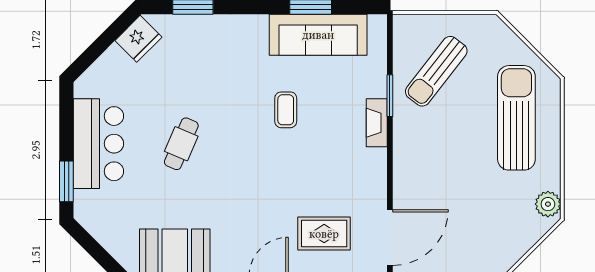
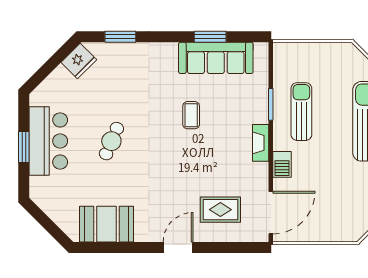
sun lounger: (436, 71) -> (301, 112), moved, turned 142
fireplace: (377, 123) -> (261, 143), moved
barbecue: (405, 174) -> (282, 164), added
window: (66, 181) -> (24, 147), moved

